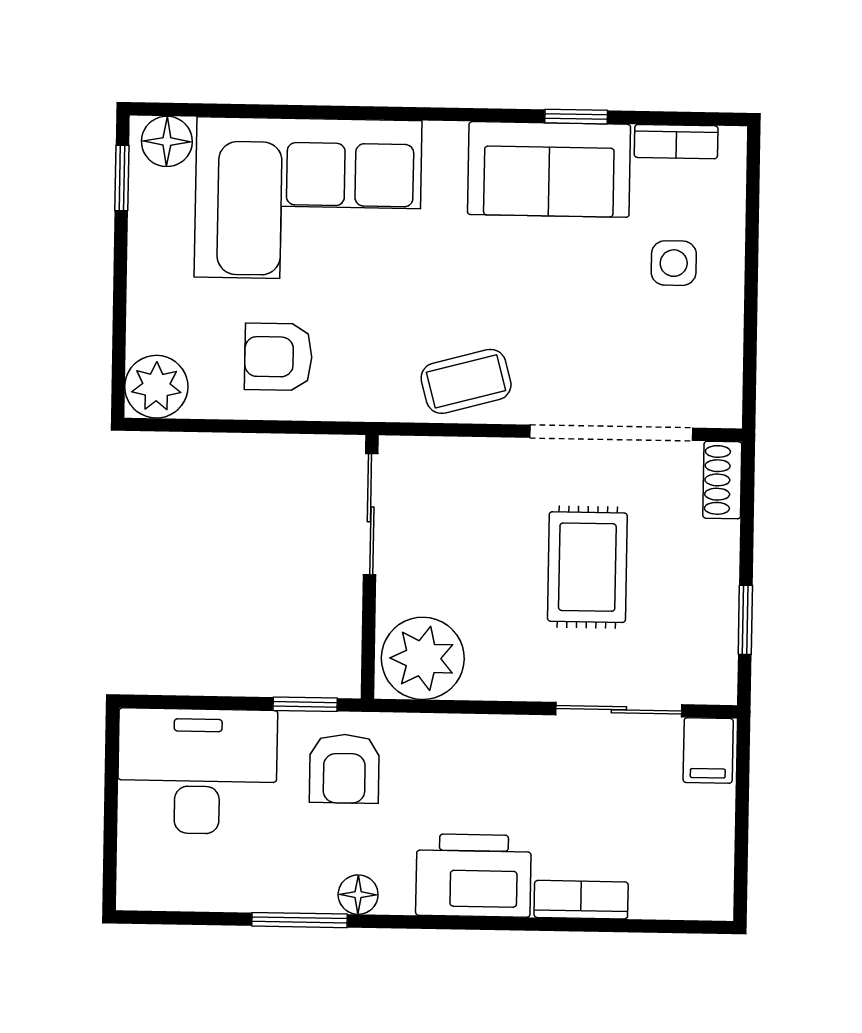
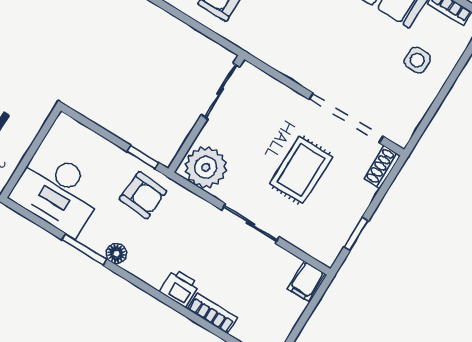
coffee table: (466, 381) -> (296, 58), removed
sliding door: (619, 710) -> (250, 224), moved
armchair: (344, 769) -> (143, 195), turned -86
desk: (197, 771) -> (58, 192), moved, turned 180
printer: (473, 875) -> (180, 288), width x0.53, depth x0.68

